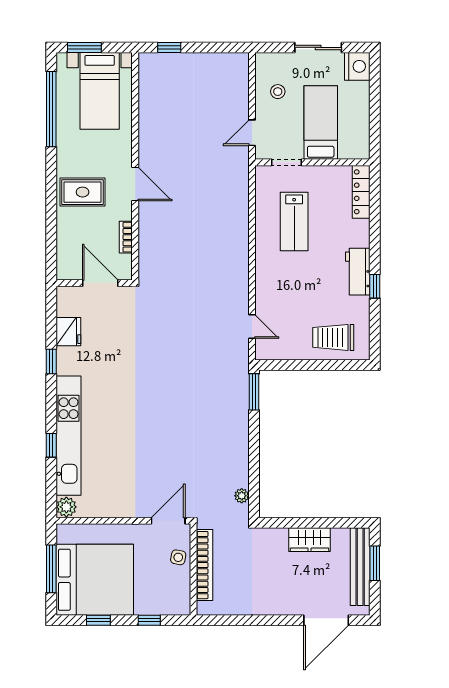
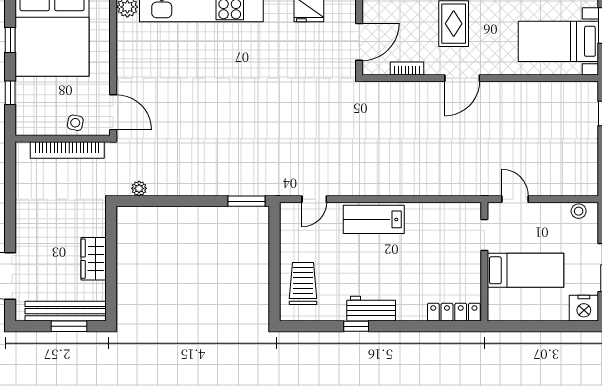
stool: (278, 92) -> (579, 211), moved
lab bench: (294, 221) -> (374, 219), moved

